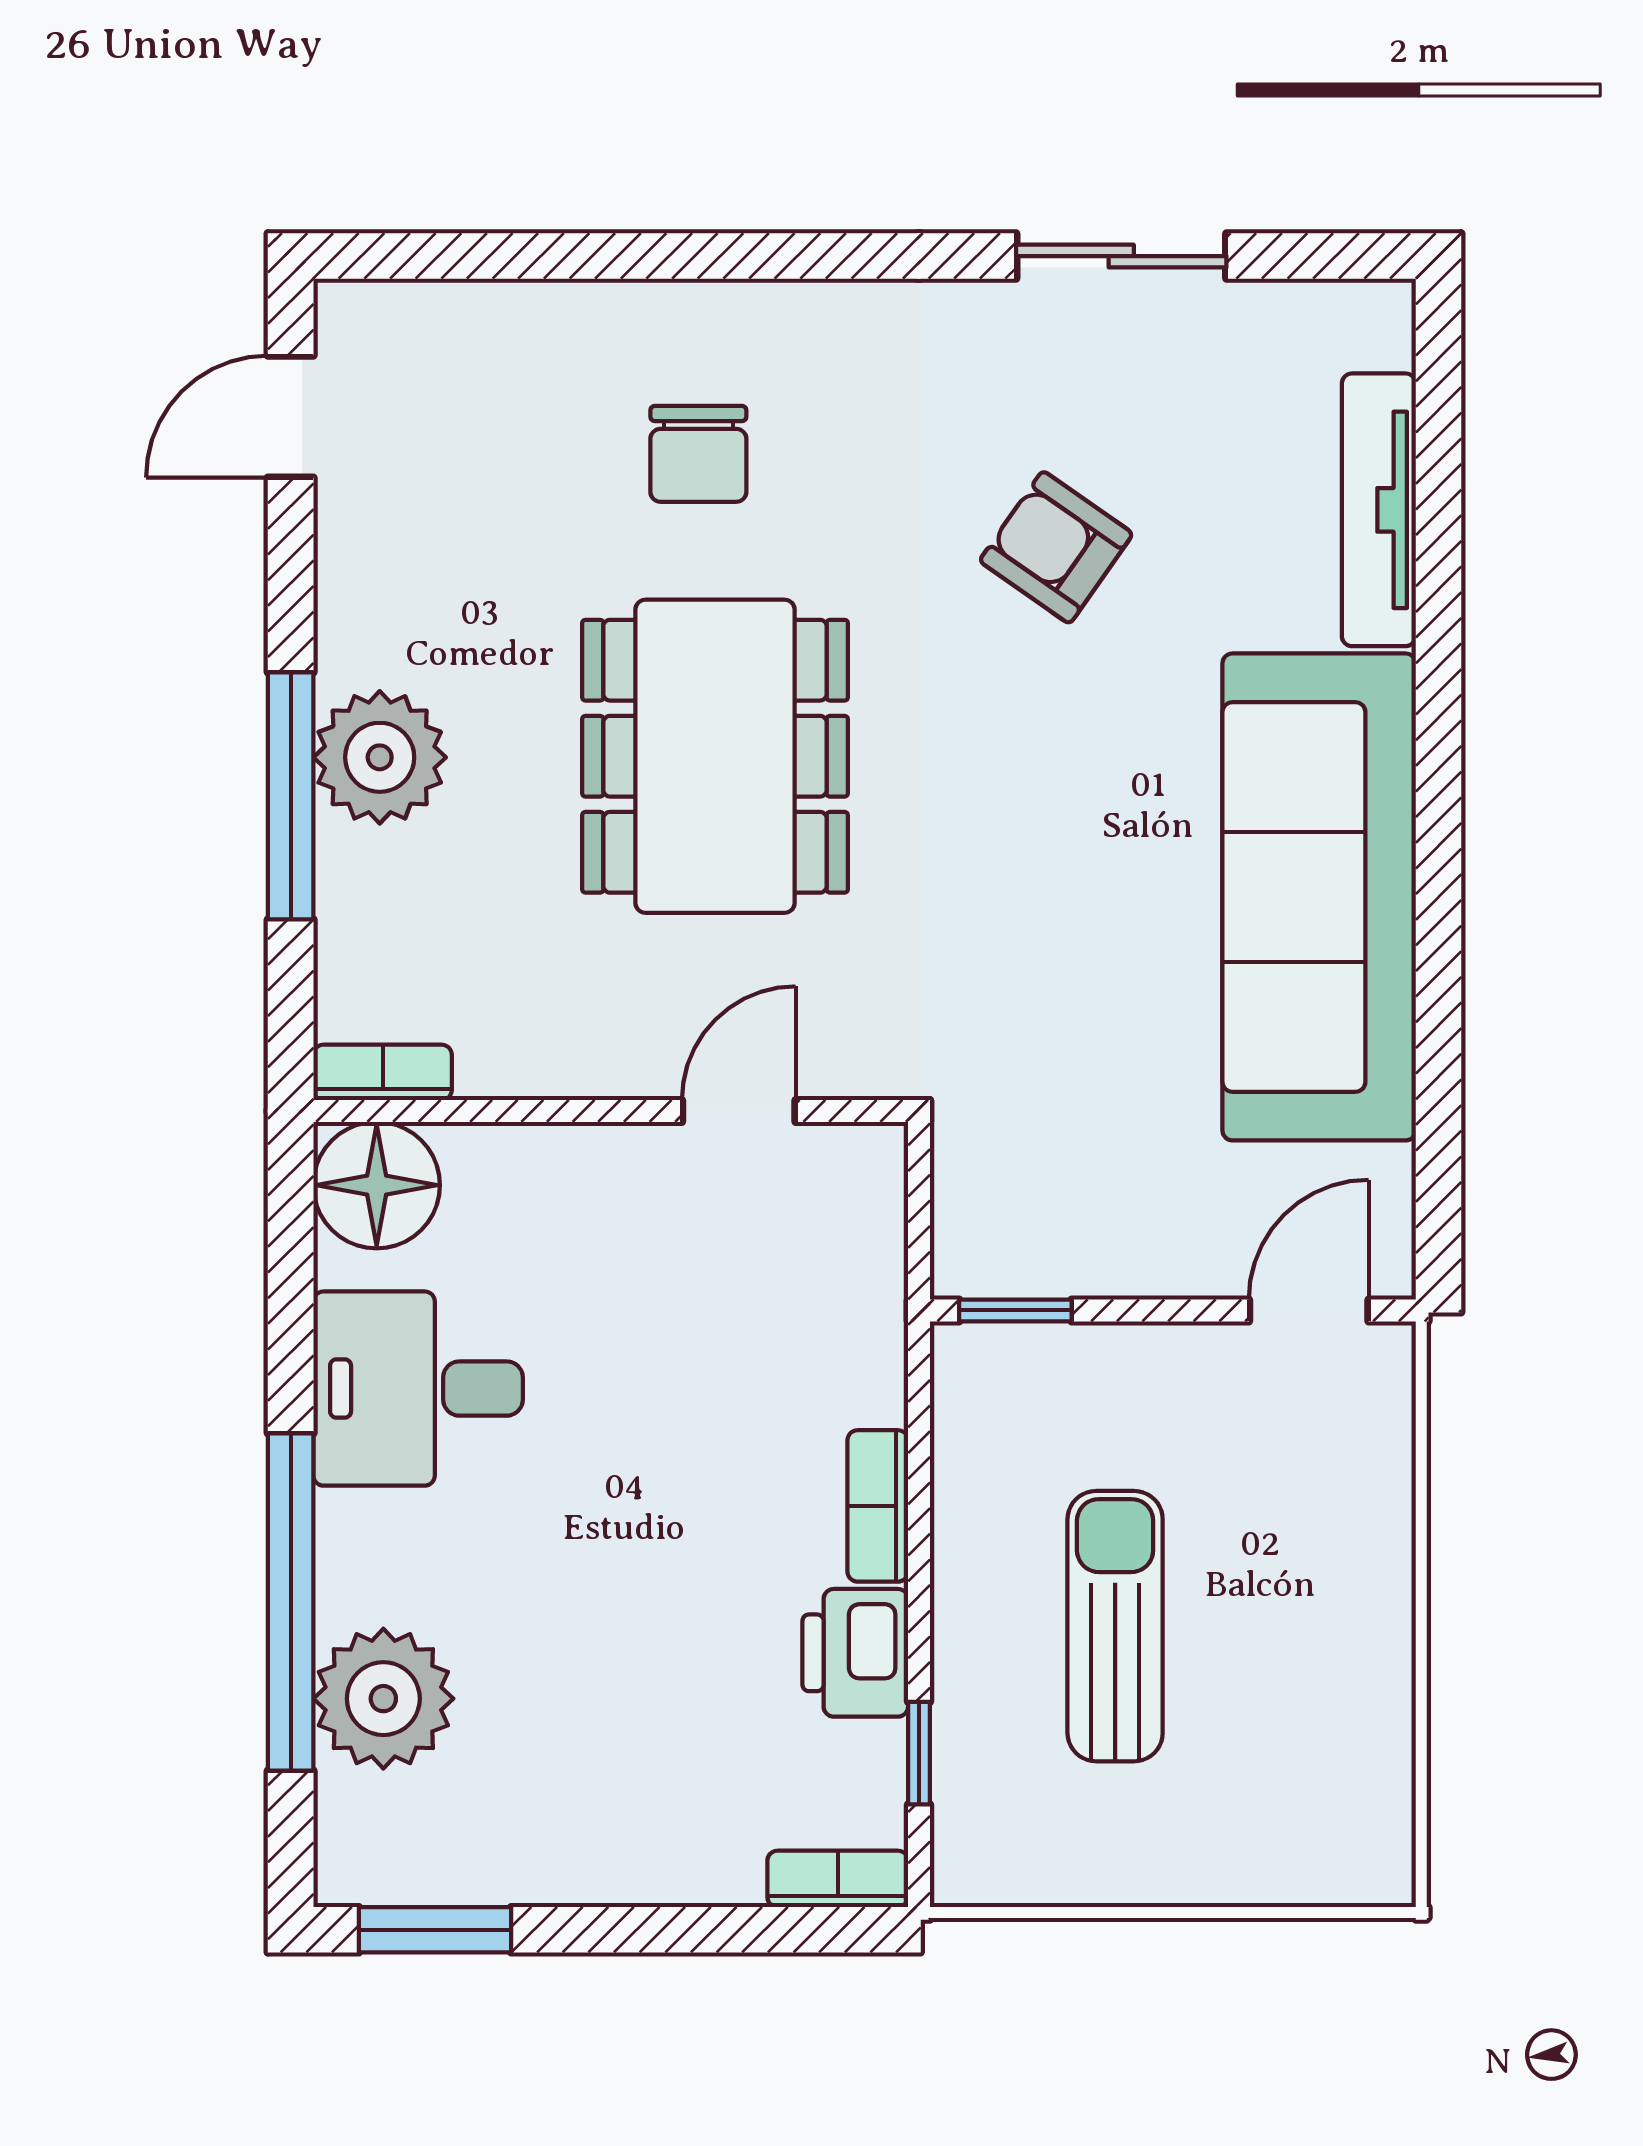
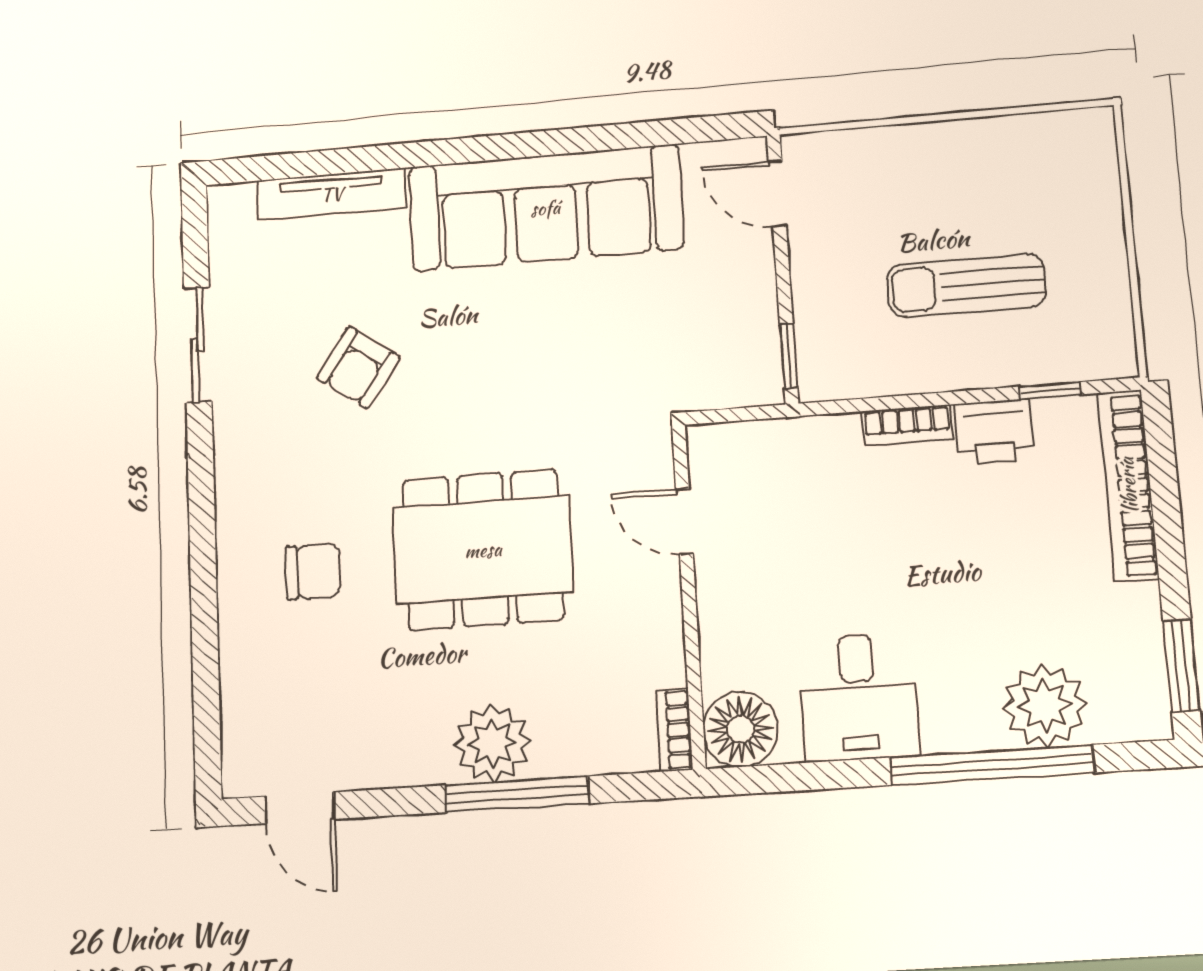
bookcase: (838, 1879) -> (1128, 485), width x2.31, depth x1.31

